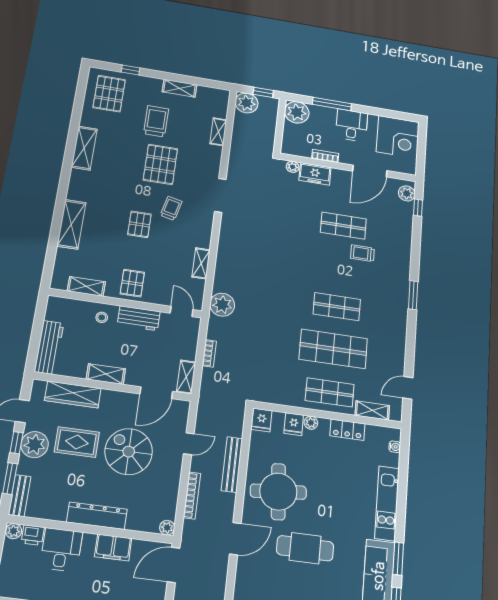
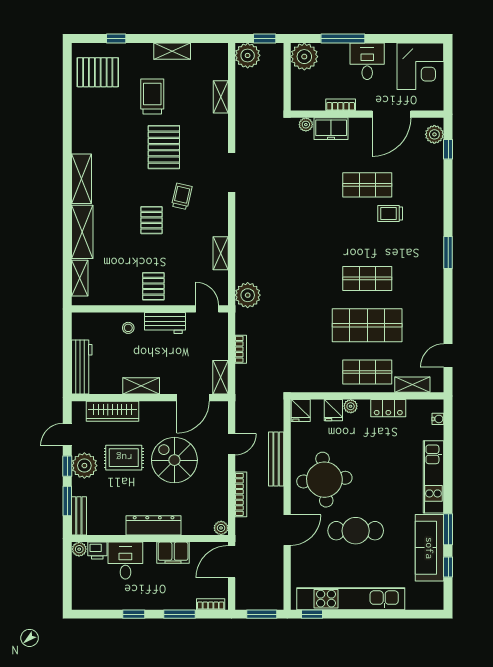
pallet: (109, 94) -> (98, 72), turned 90
shelving: (84, 148) -> (82, 179), moved
shelving: (86, 286) -> (80, 278), moved, turned 90

